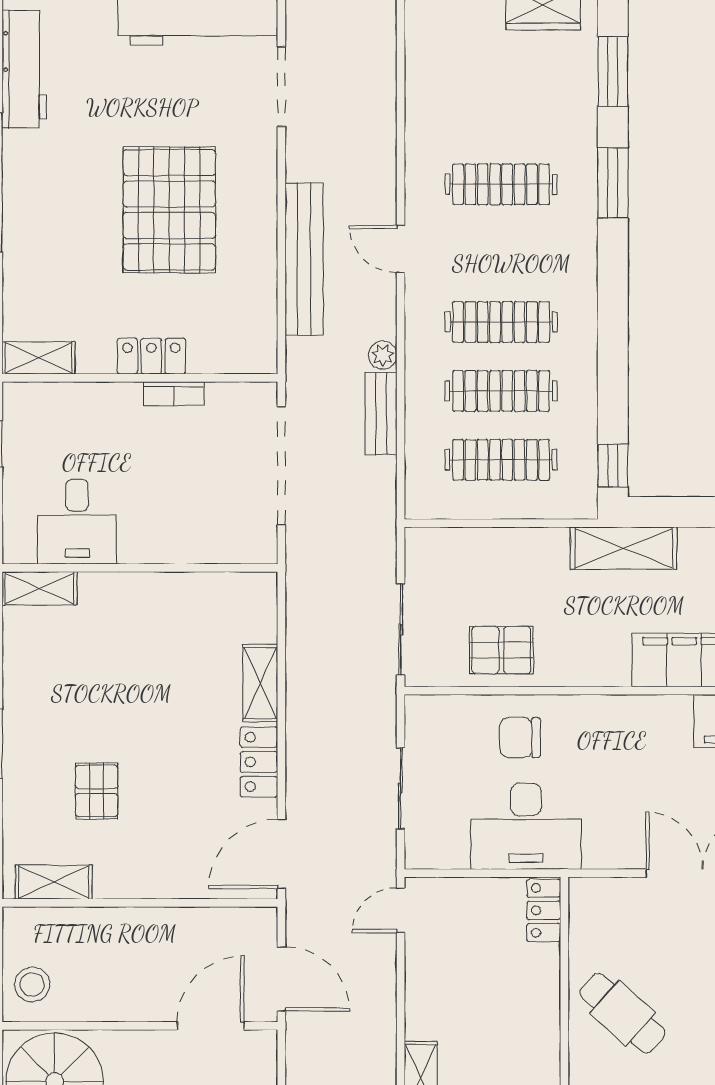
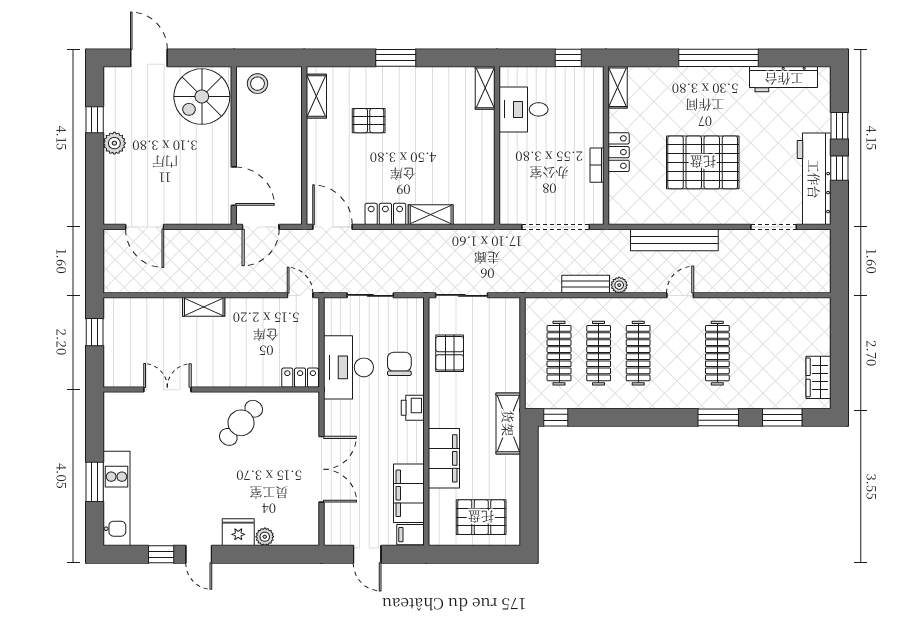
printer: (596, 714) -> (413, 408), added

